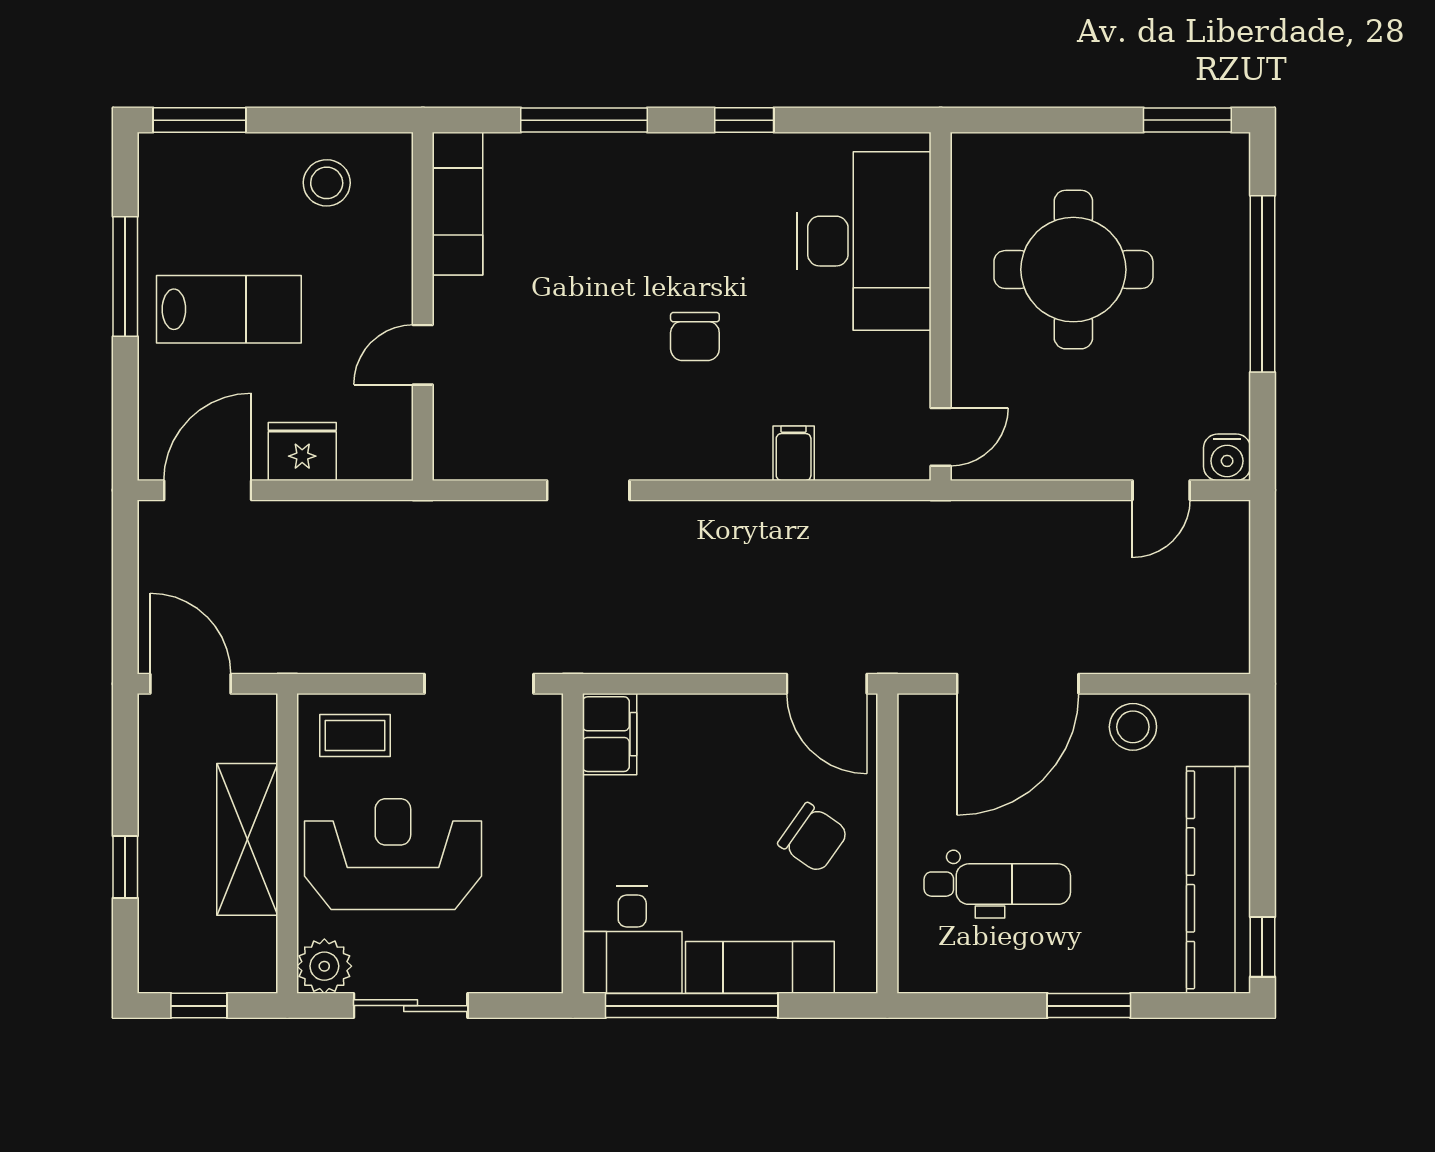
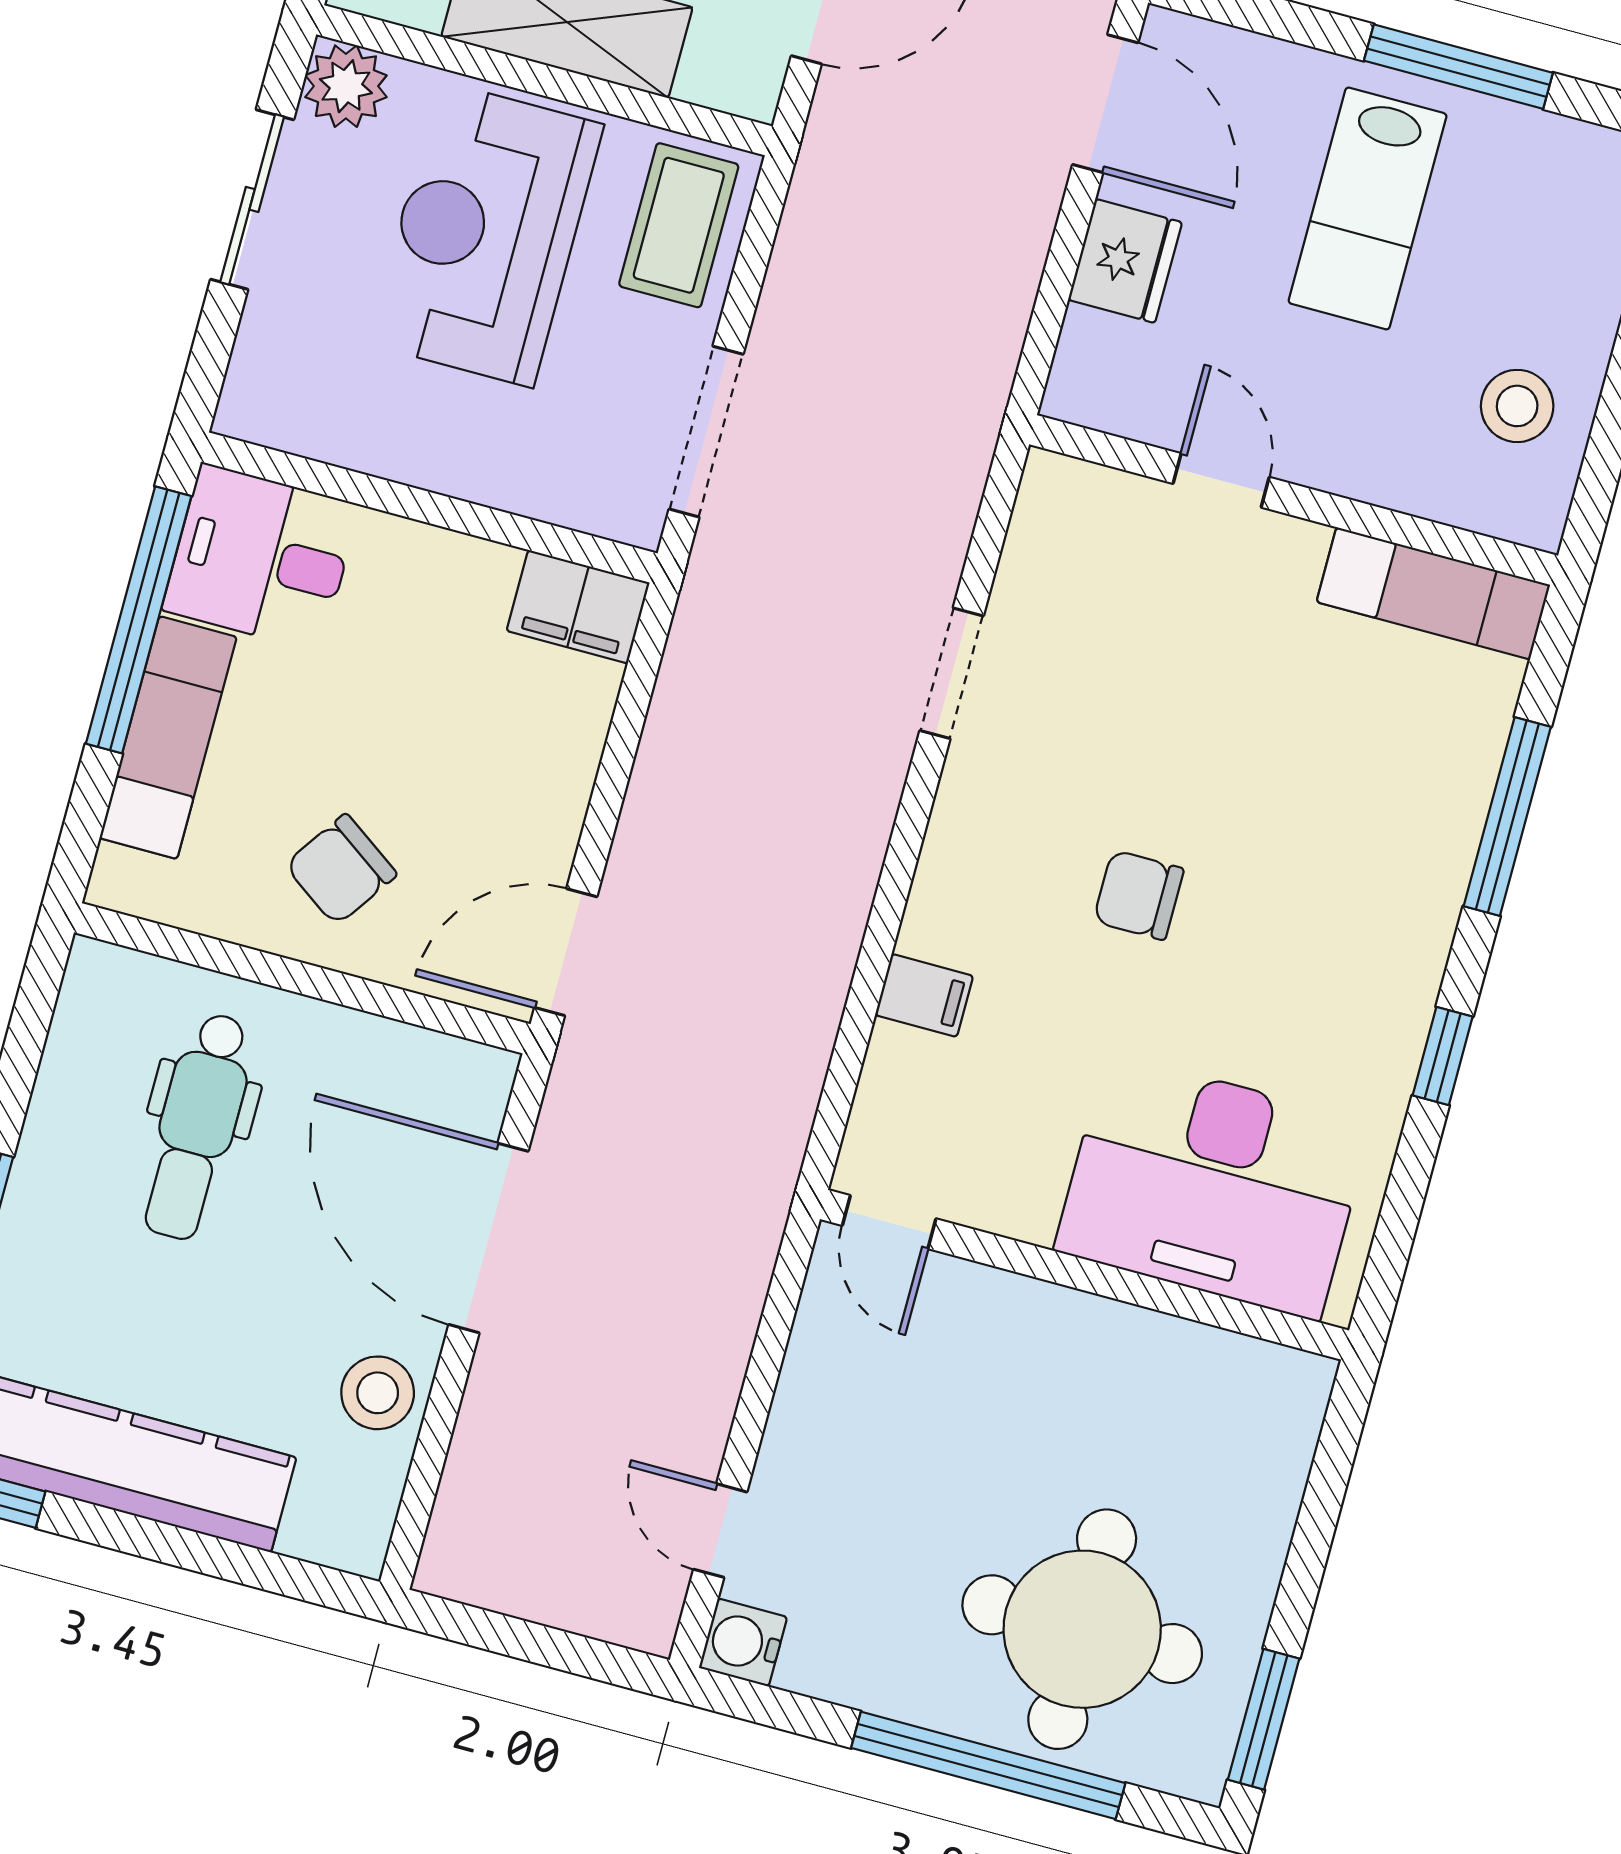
round table: (1073, 270) -> (1082, 1629), moved
coffee table: (355, 735) -> (679, 225), width x1.36, depth x1.30
reception desk: (393, 854) -> (486, 234), turned 180

